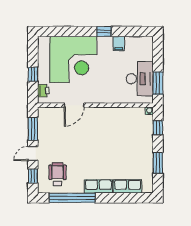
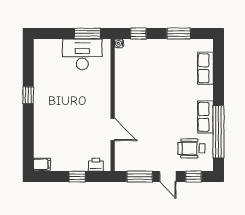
filing cabinet: (119, 43) -> (42, 164), moved
corner desk: (73, 59) -> (60, 130), removed
row of seats: (98, 186) -> (205, 117), moved

